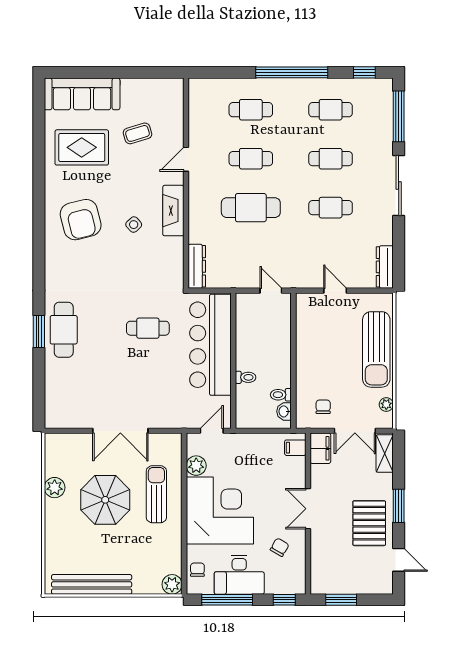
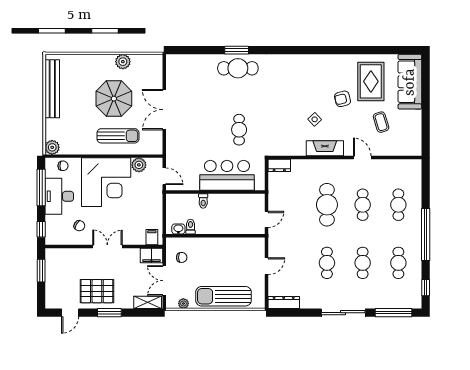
armchair: (81, 220) -> (343, 99), moved, width x0.53, depth x0.53
dresser: (197, 266) -> (279, 165), width x0.70
bar counter: (210, 345) -> (227, 175), width x0.73

